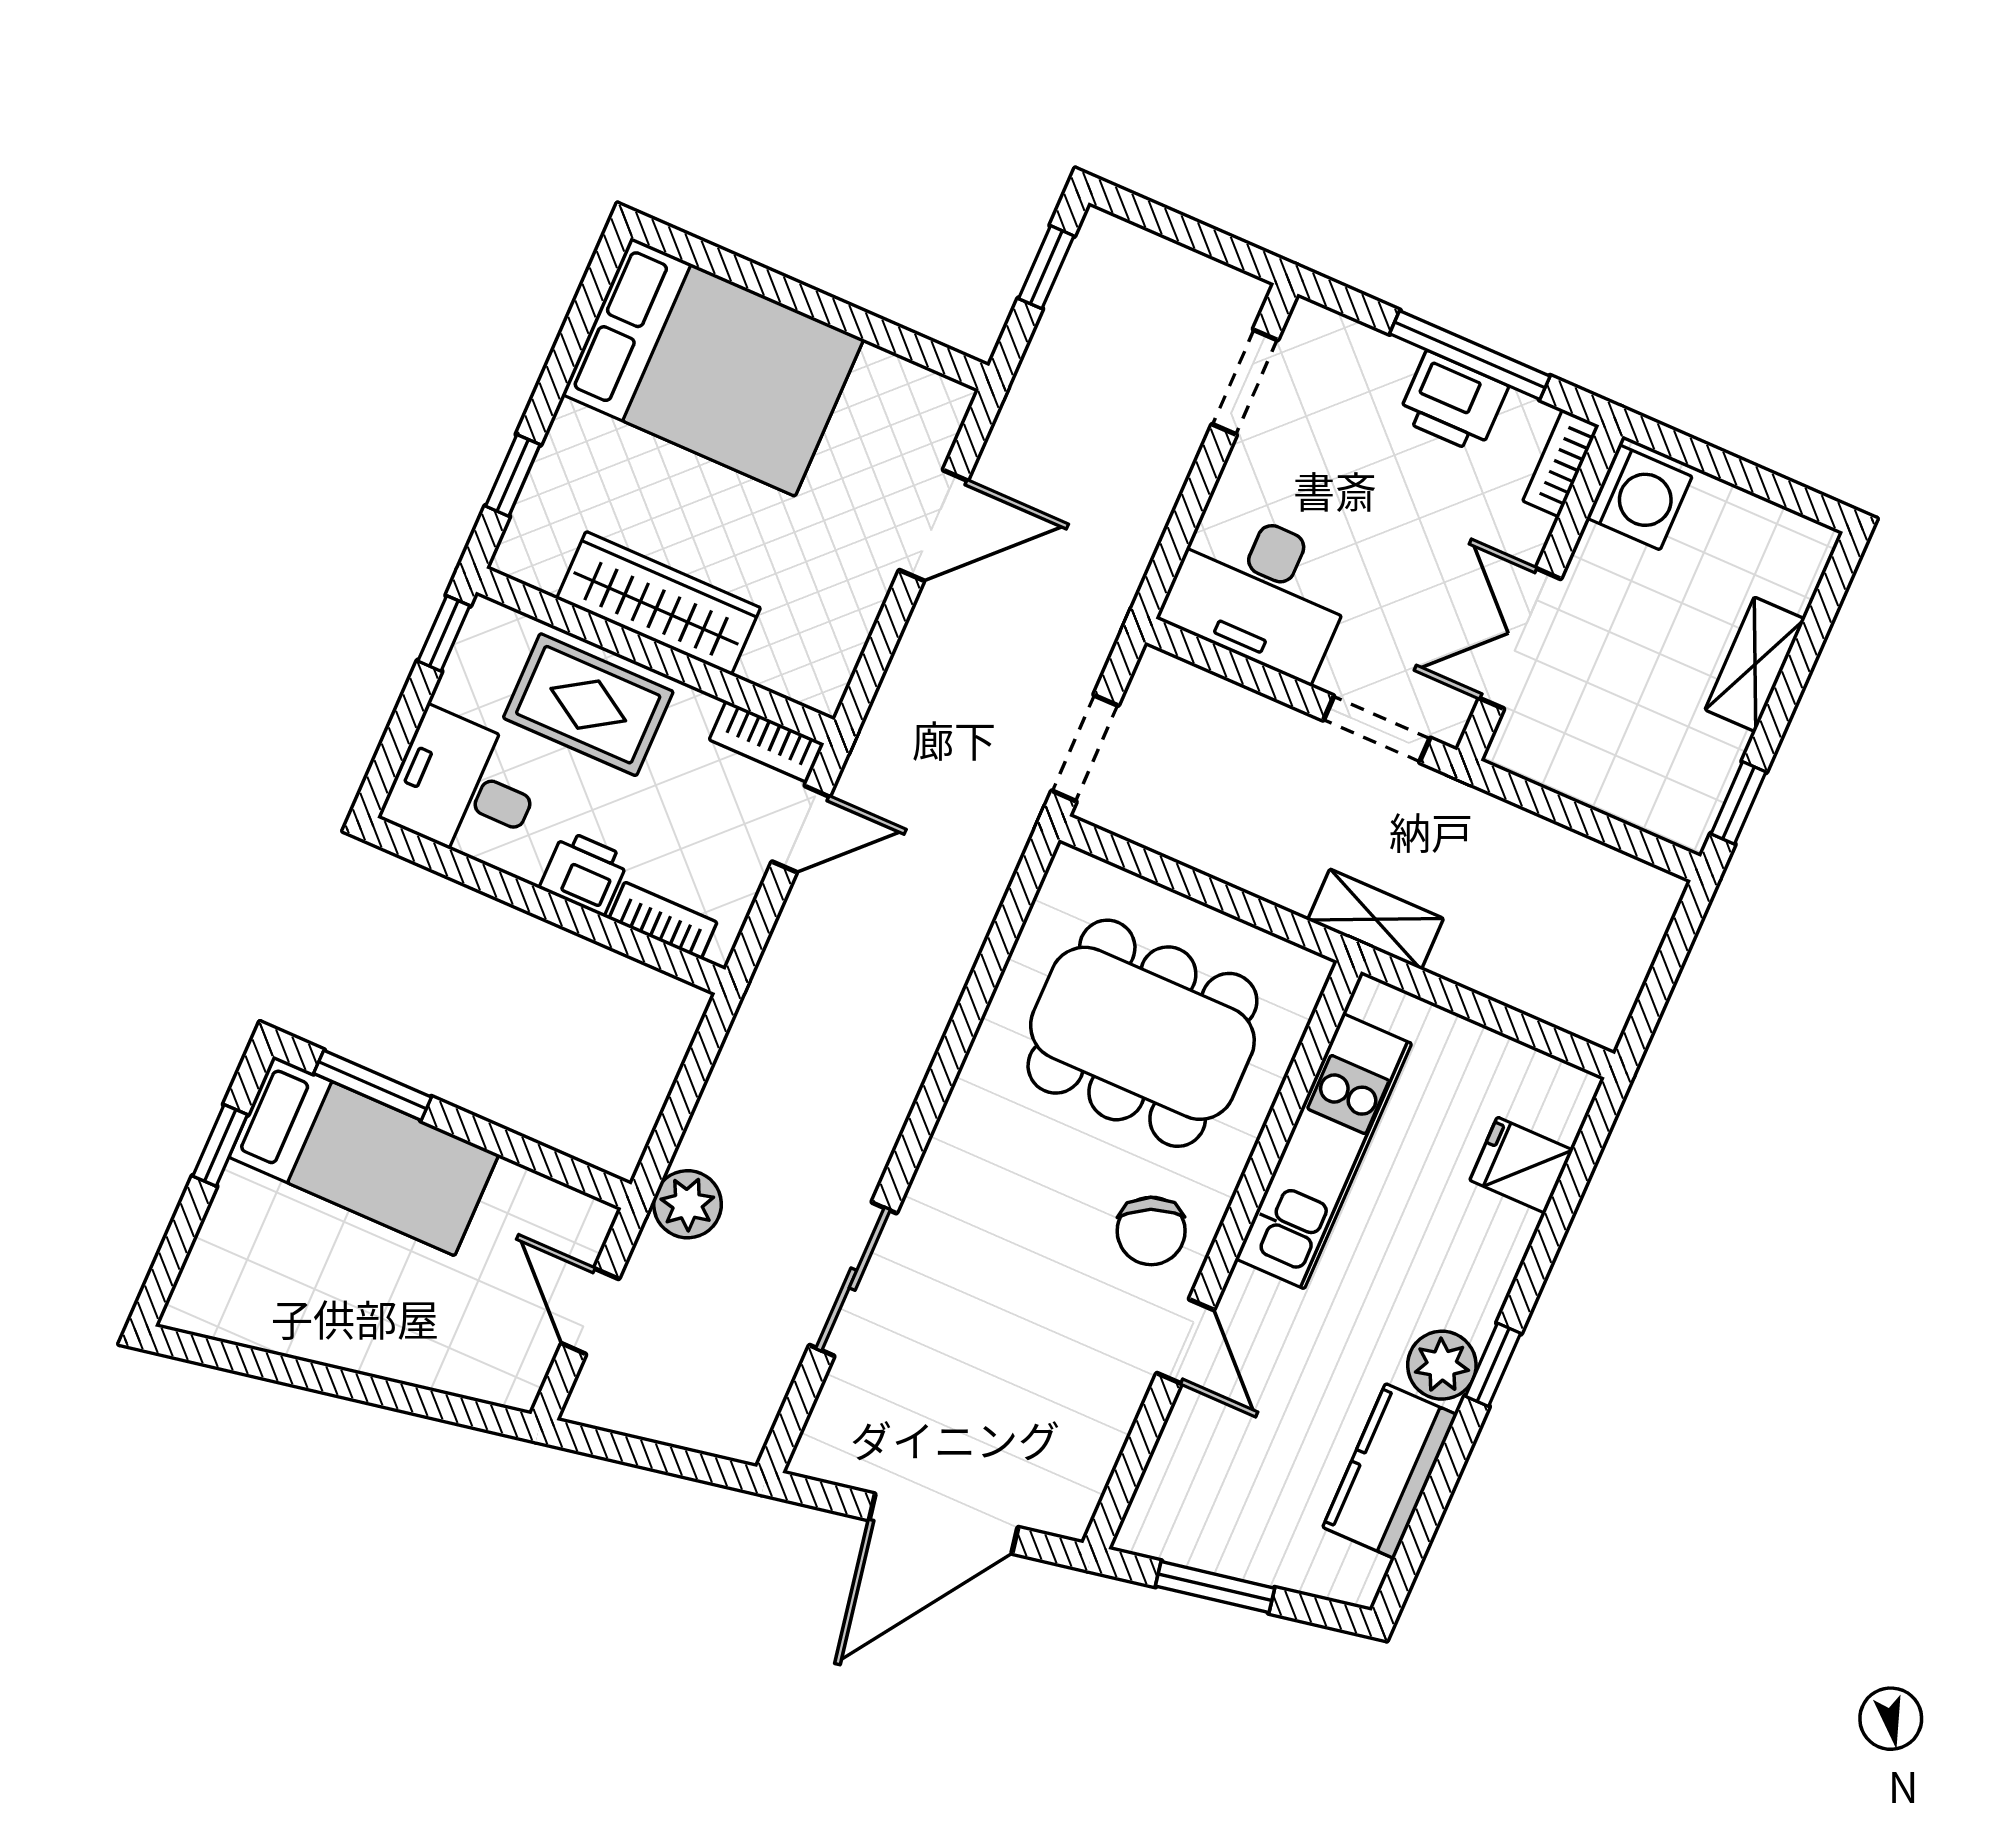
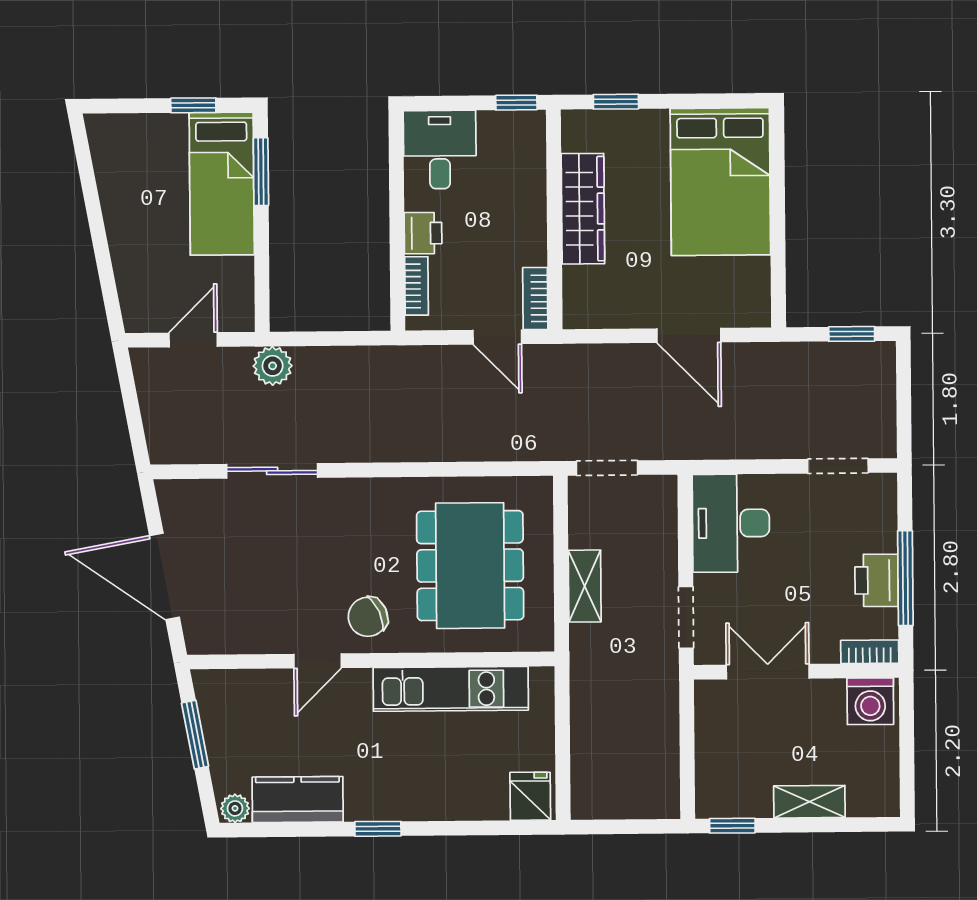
rug: (588, 705) -> (513, 196), removed
shelving: (1376, 919) -> (585, 586), moved
fridge: (1521, 1165) -> (530, 796), moved
plant: (1442, 1365) -> (235, 808), moved, width x0.73, depth x0.73

